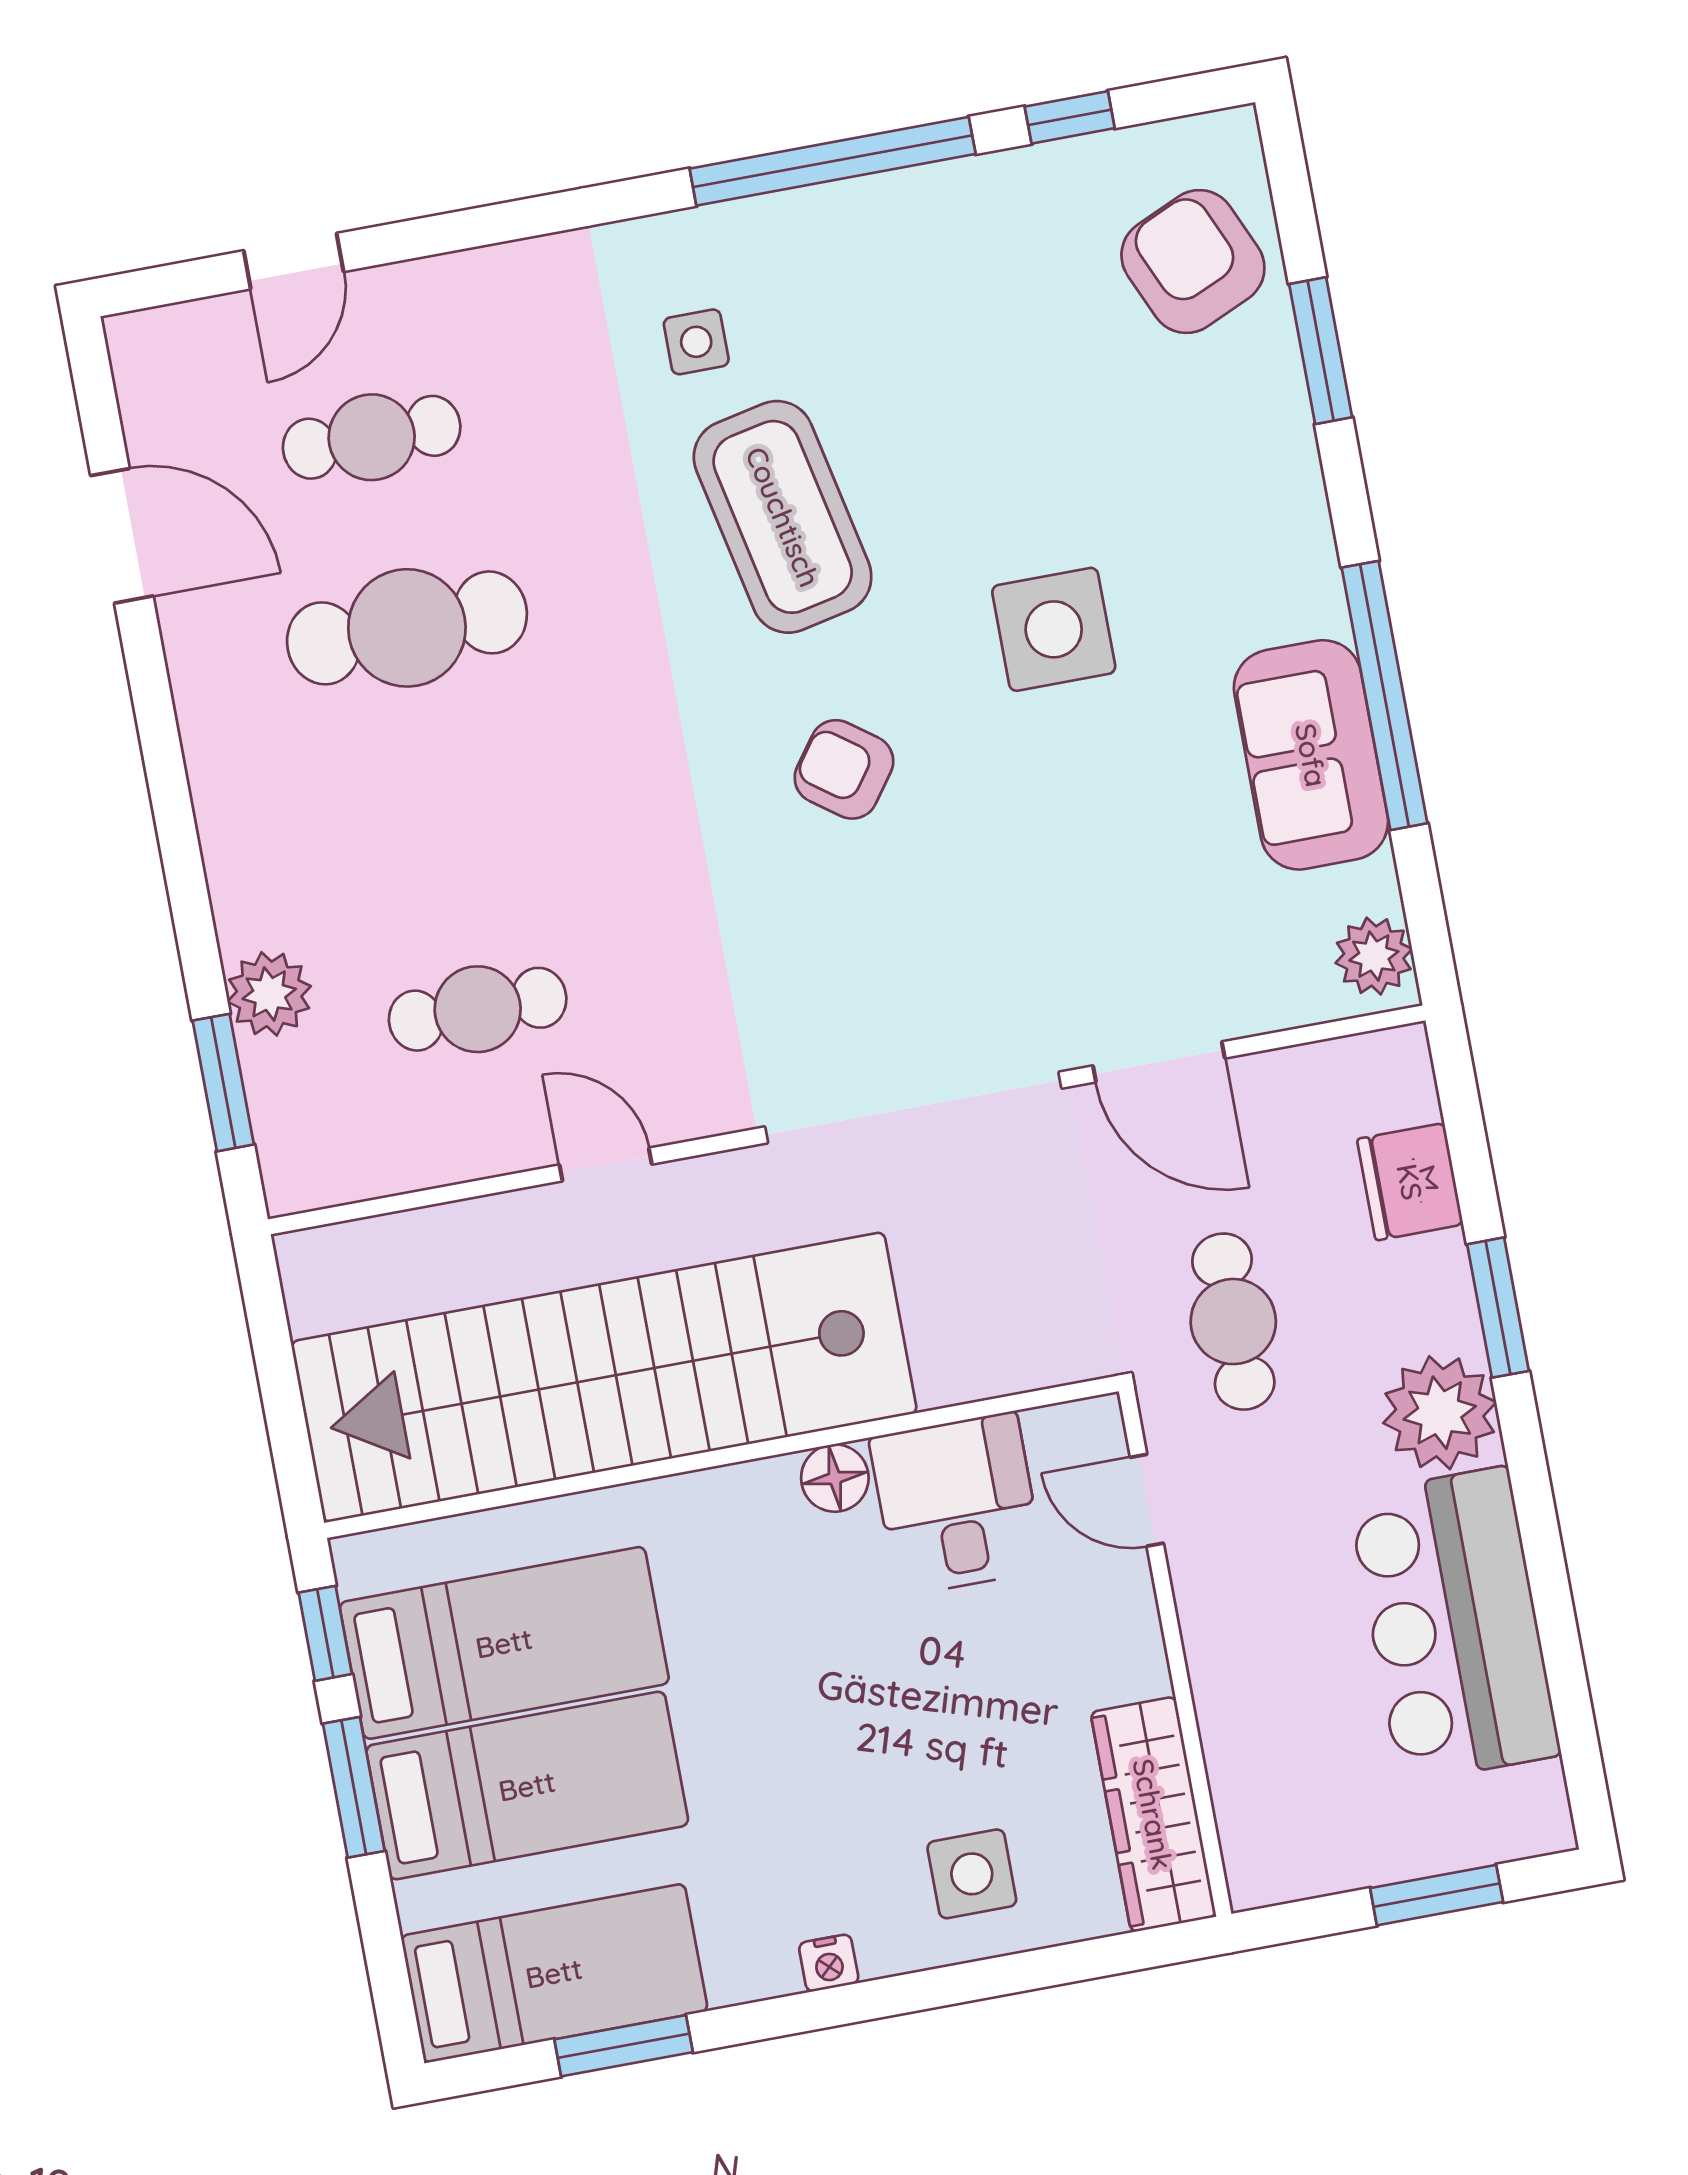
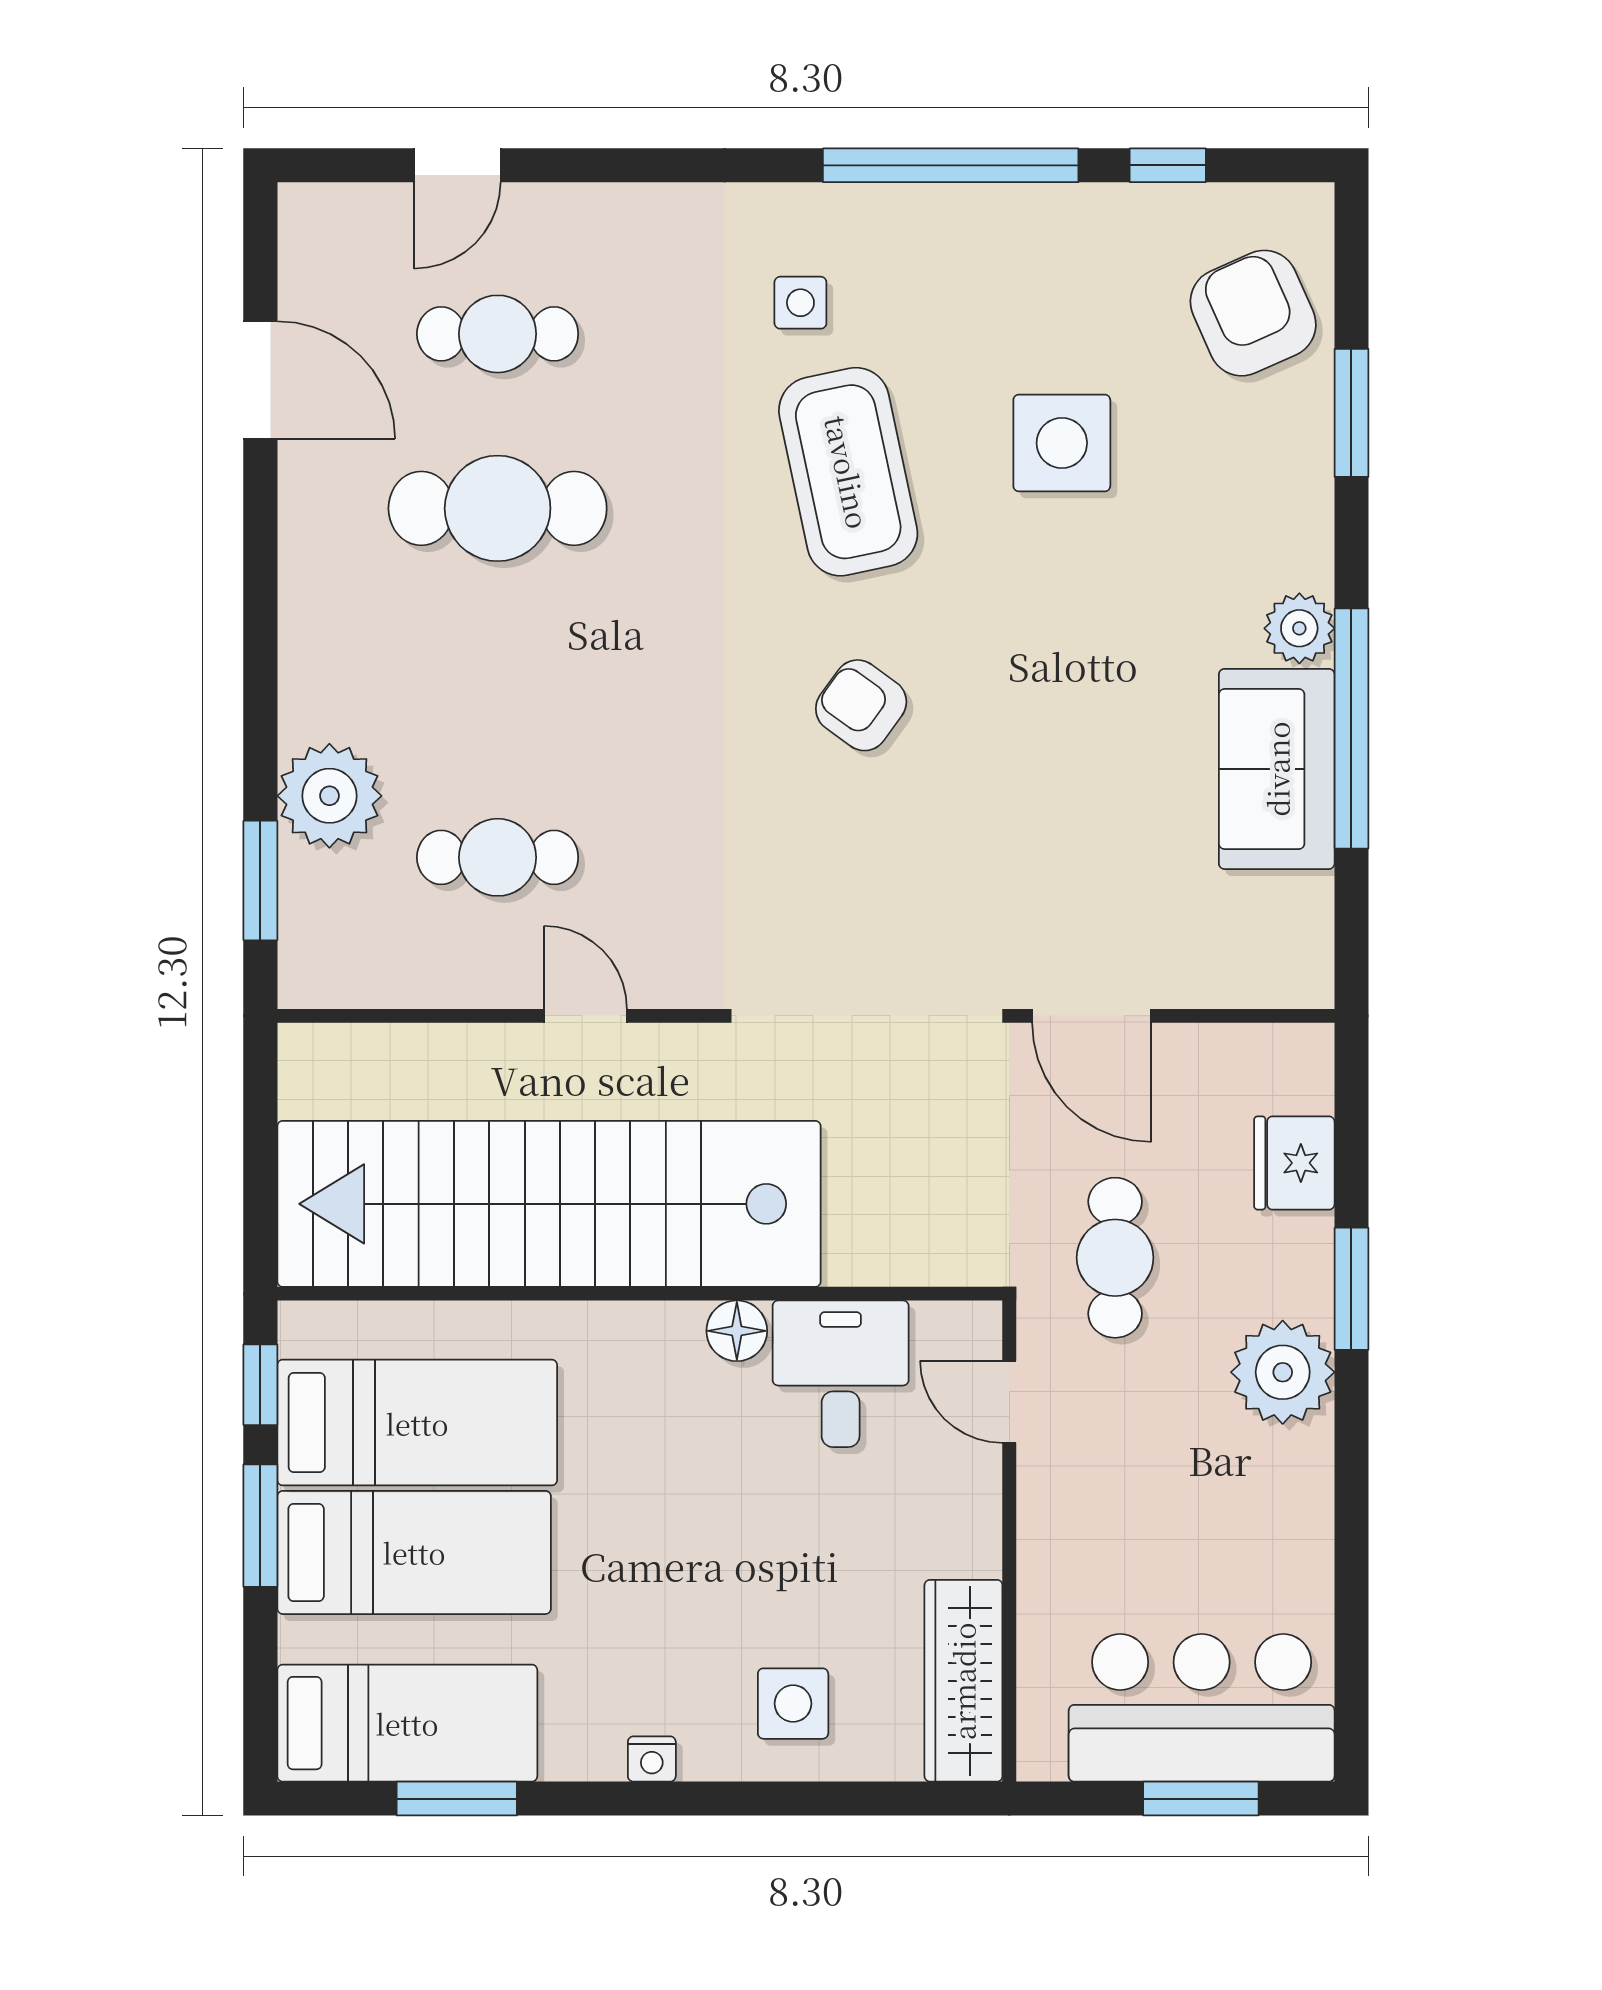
side table: (1054, 629) -> (1062, 443), moved
plant: (1374, 956) -> (1299, 628), moved
plant: (269, 994) -> (329, 796), width x1.36, depth x1.36
bar counter: (1454, 1625) -> (1202, 1708), moved, turned 90

